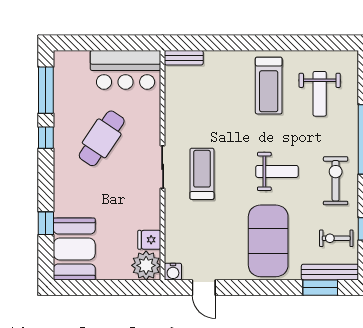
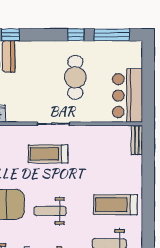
cafe table: (102, 138) -> (75, 77), turned 56
weight bench: (277, 171) -> (50, 211), turned 90
treadmill: (202, 174) -> (48, 154), turned 180

